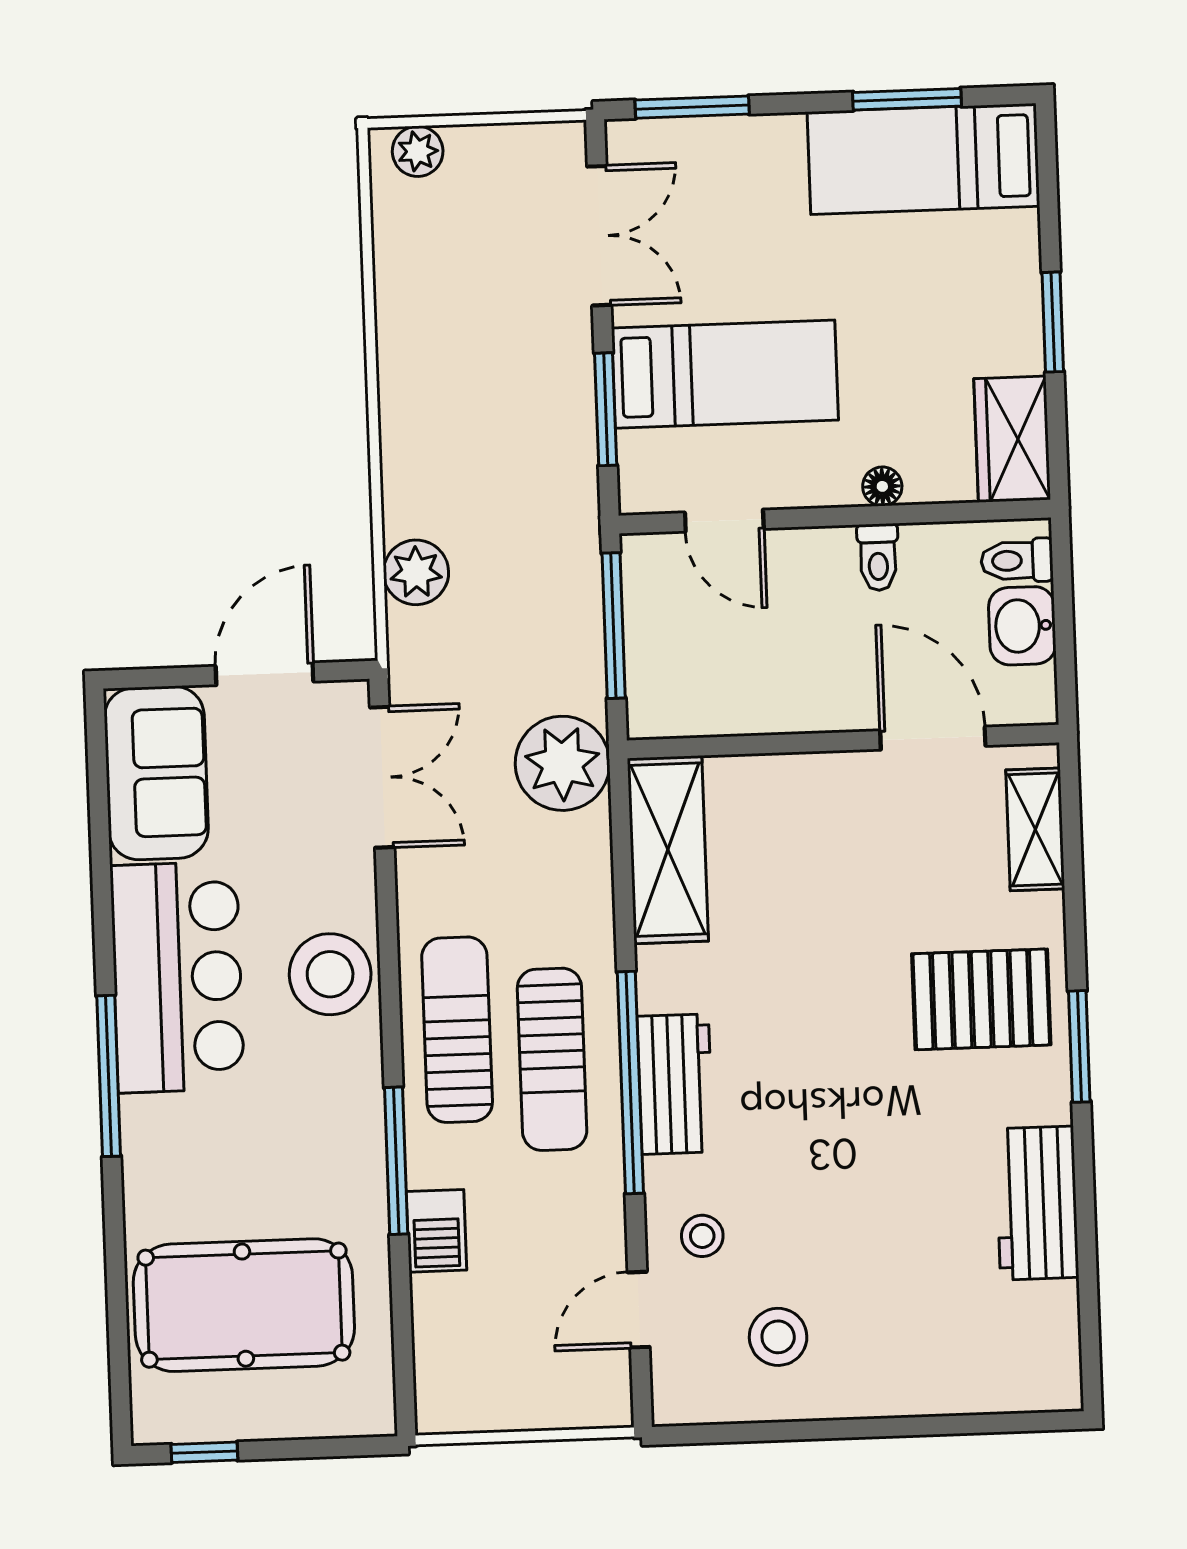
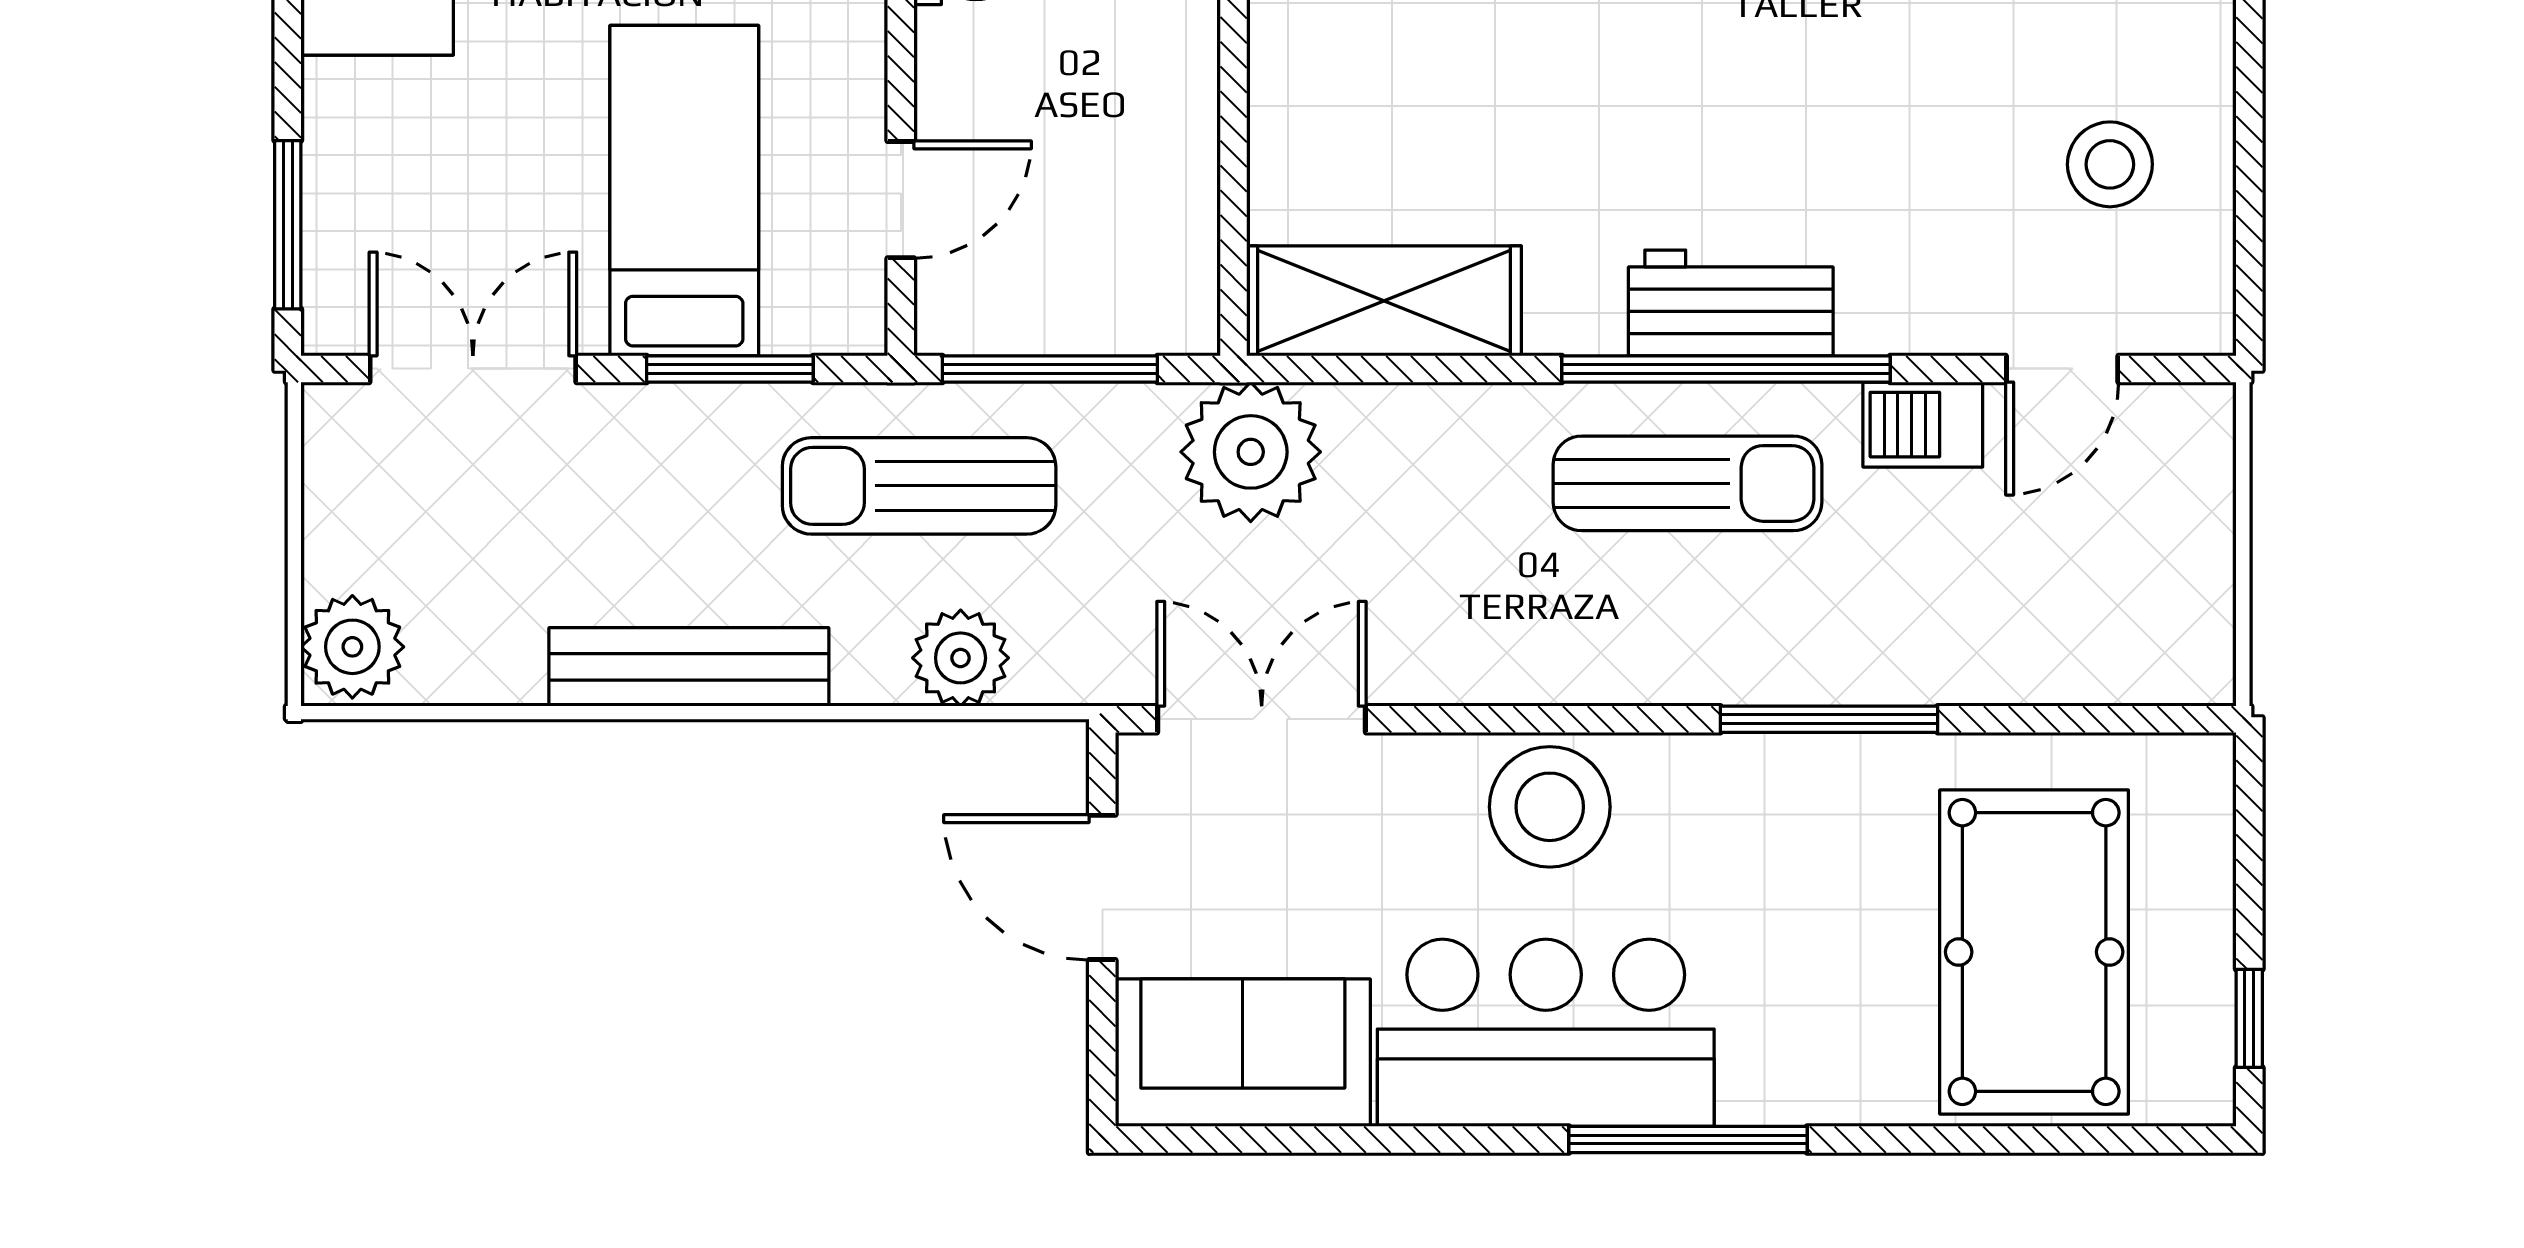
plant: (418, 151) -> (352, 647), width x1.38, depth x1.38
bench: (403, 389) -> (689, 667), added
sun lounger: (457, 1030) -> (919, 486), moved
barbecue: (436, 1231) -> (1923, 425), moved, turned 180
stool: (702, 1236) -> (1957, 271), removed
door: (639, 1310) -> (2062, 369), hinge flipped

